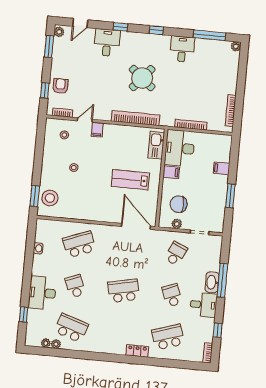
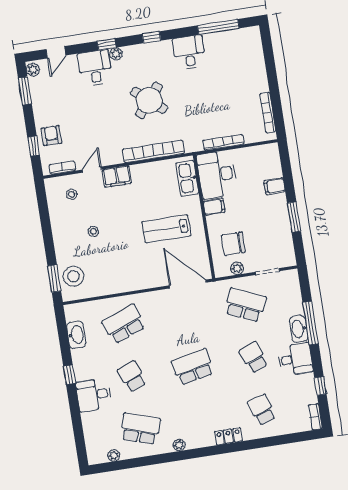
plant: (236, 46) -> (116, 54), moved
filing cabinet: (97, 130) -> (117, 176), width x2.00
washbasin: (38, 248) -> (76, 335), width x1.91, depth x1.45
school desk: (176, 254) -> (245, 305), width x1.85
desk: (42, 293) -> (94, 395), width x0.73
window: (24, 314) -> (69, 375), moved
school desk: (168, 337) -> (262, 410), width x0.54
plant: (56, 344) -> (179, 445), moved

